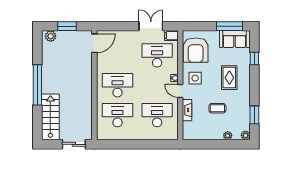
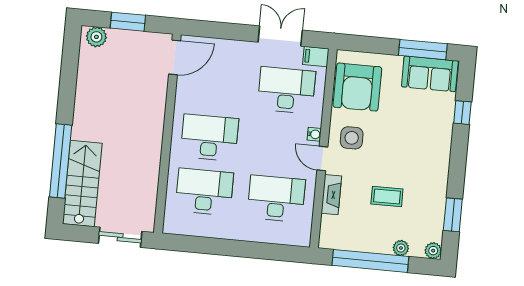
rug: (229, 78) -> (414, 143), removed
window: (37, 85) -> (61, 161), moved
window: (212, 144) -> (370, 261), added

